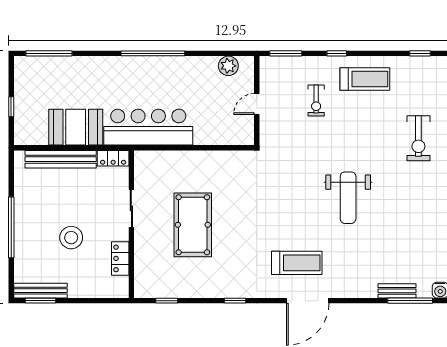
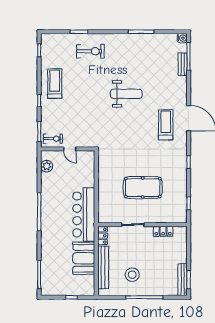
exercise bike: (316, 101) -> (53, 139), moved
stool: (71, 238) -> (132, 275), moved

